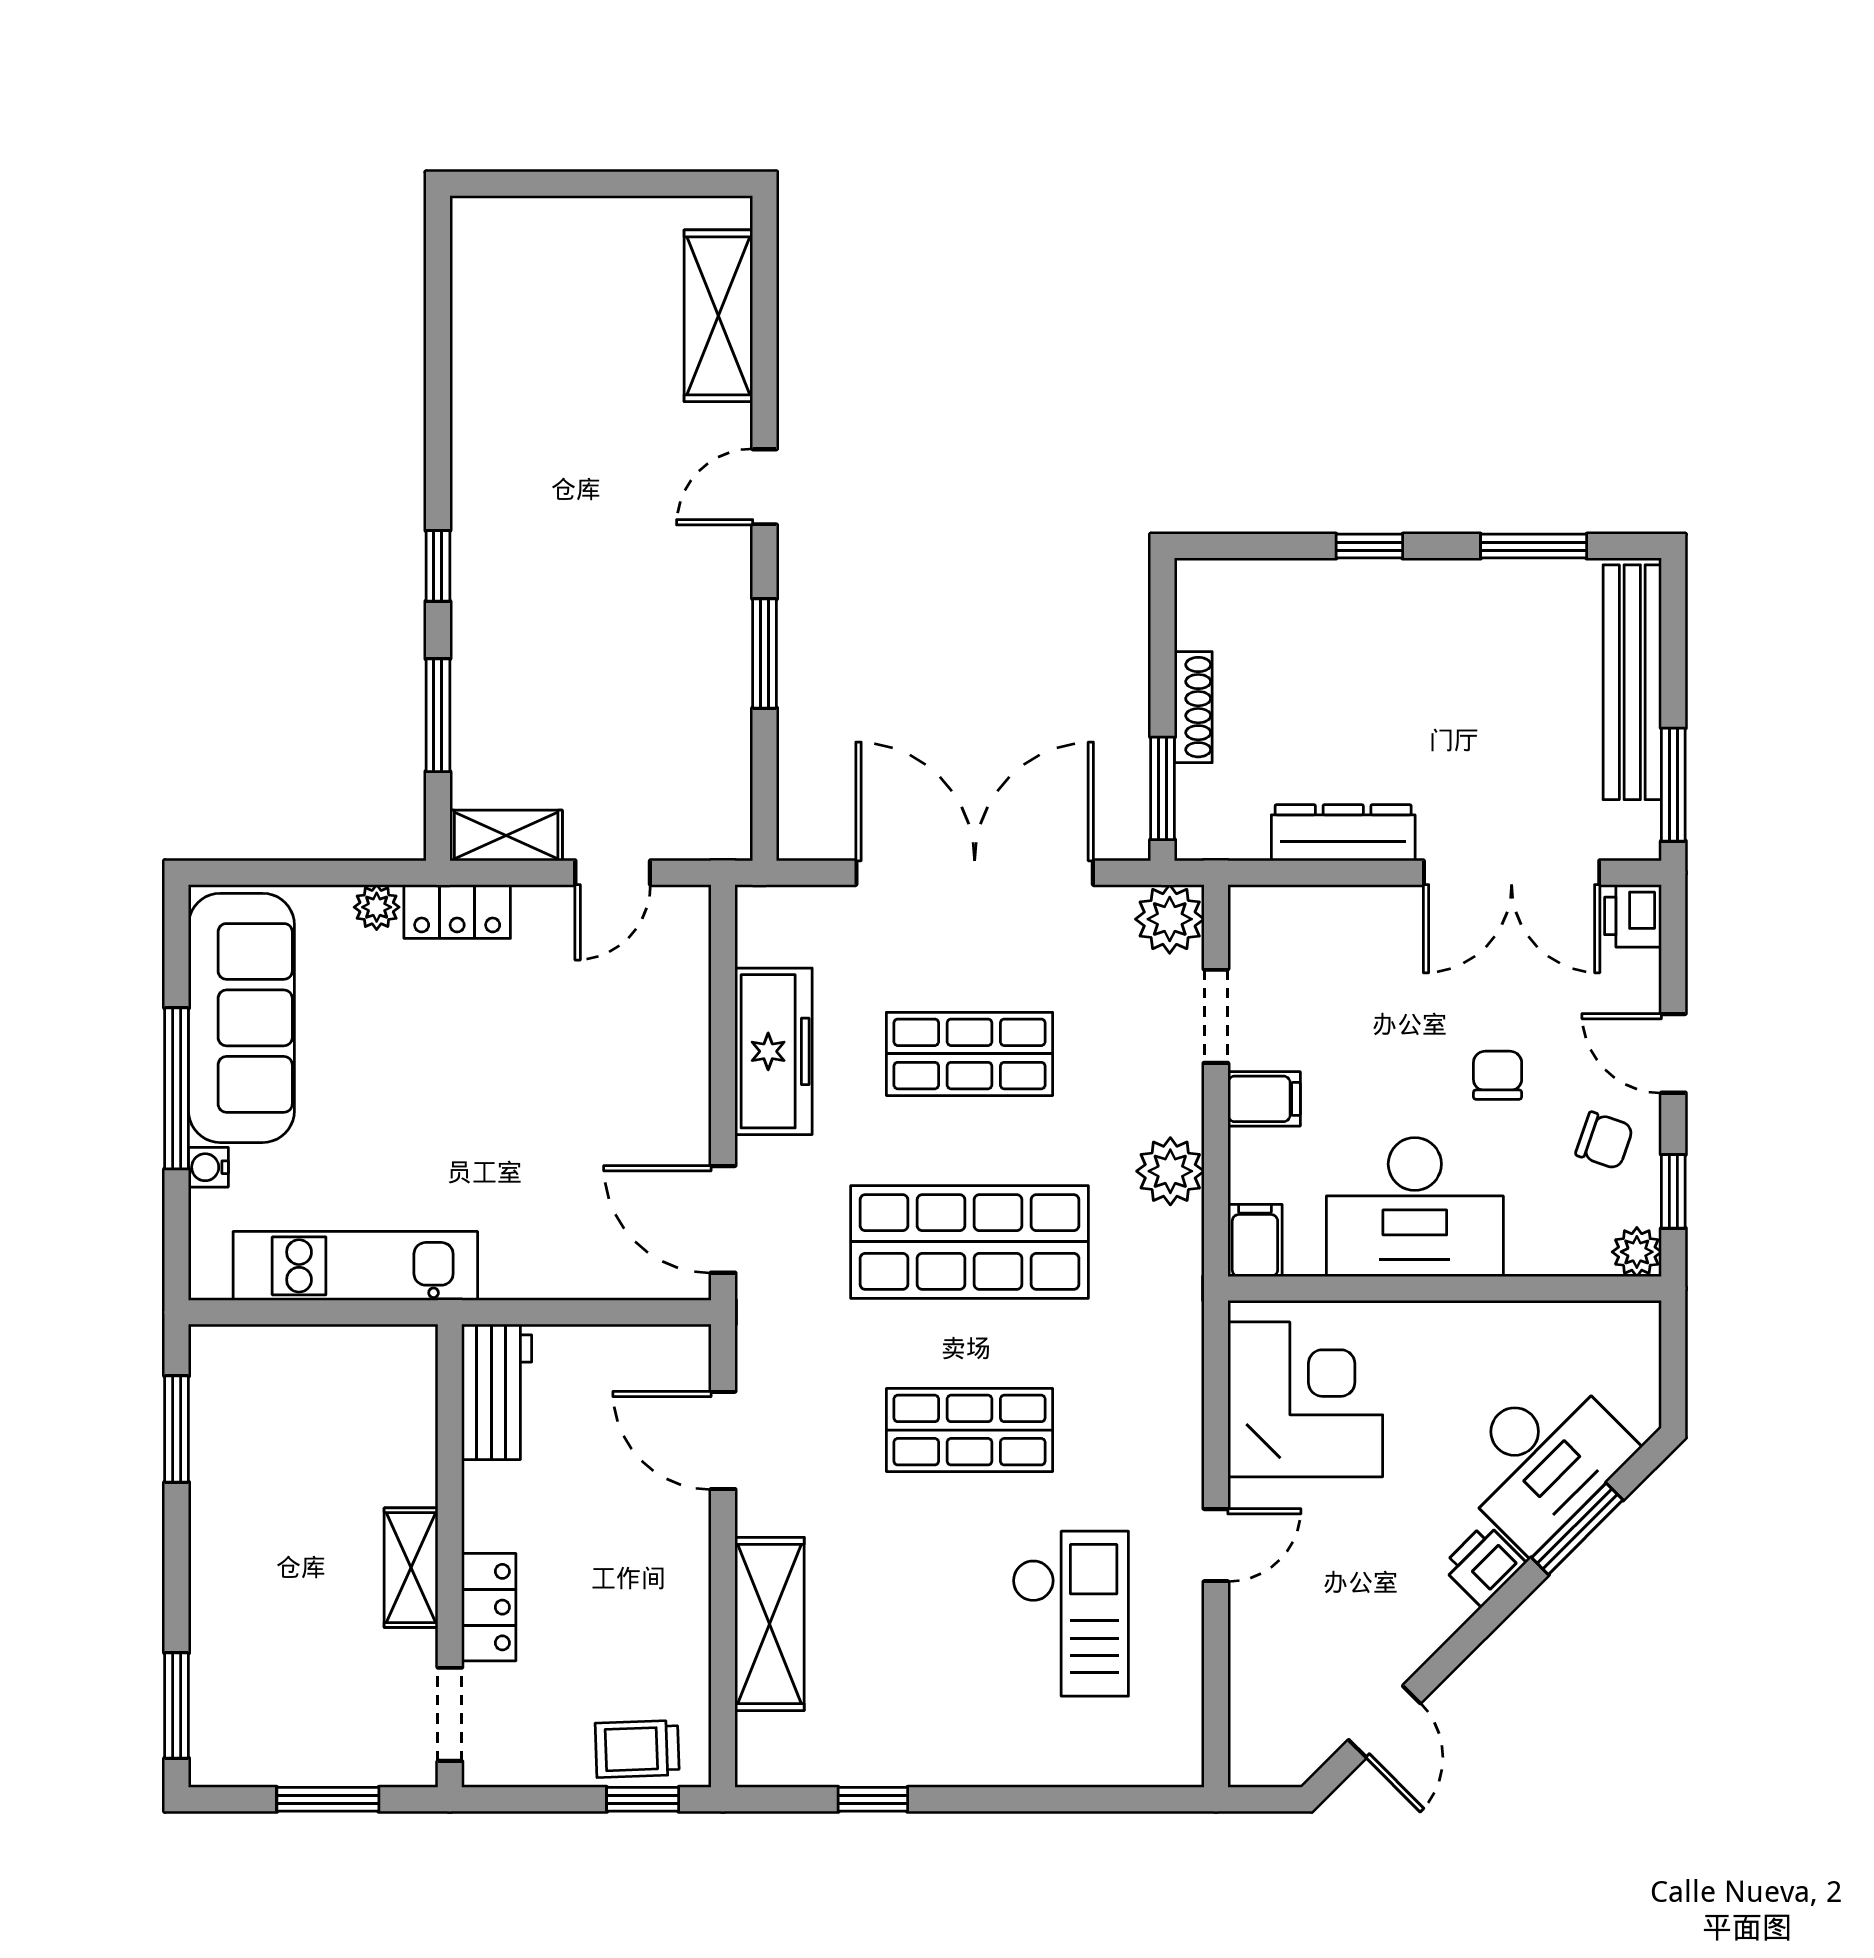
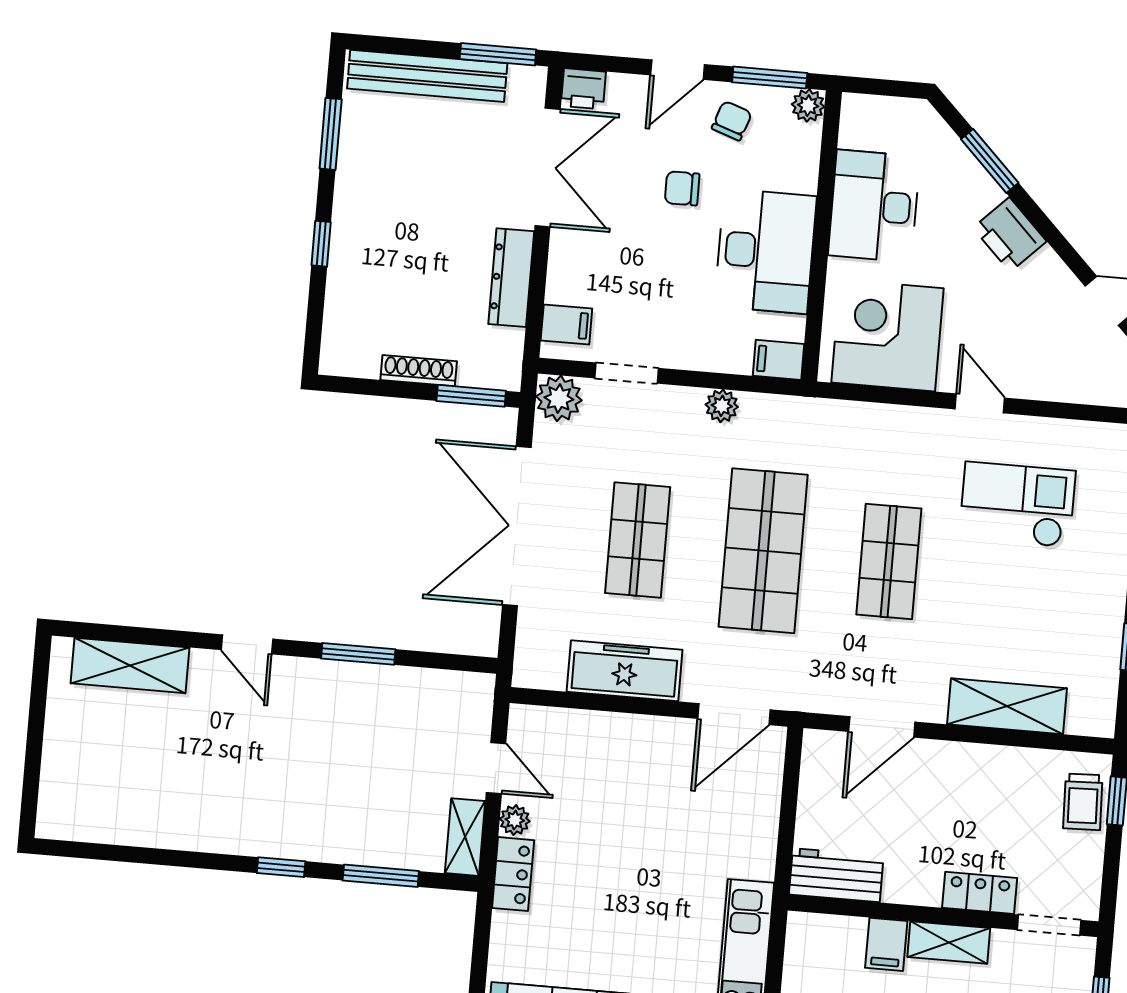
plant: (377, 907) -> (515, 820), moved
filing cabinet: (1264, 1099) -> (566, 325), moved, turned 90
plant: (1170, 1171) -> (722, 406), width x0.73, depth x0.73
window: (1673, 1191) -> (770, 78), width x1.50
desk: (1542, 1459) -> (874, 206), moved, turned -135
filing cabinet: (400, 1475) -> (886, 944), added
printer: (1484, 1565) -> (1010, 235), width x1.36, depth x1.24

